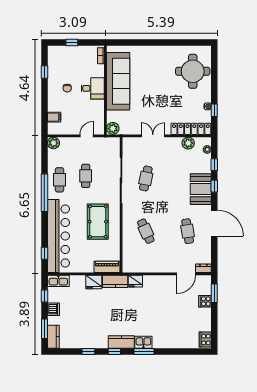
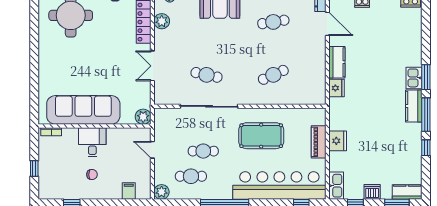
cafe table: (59, 180) -> (191, 176), moved
piano: (107, 267) -> (319, 142), moved
kitchen counter: (115, 281) -> (337, 62), moved
window: (114, 352) -> (426, 115), width x2.17

